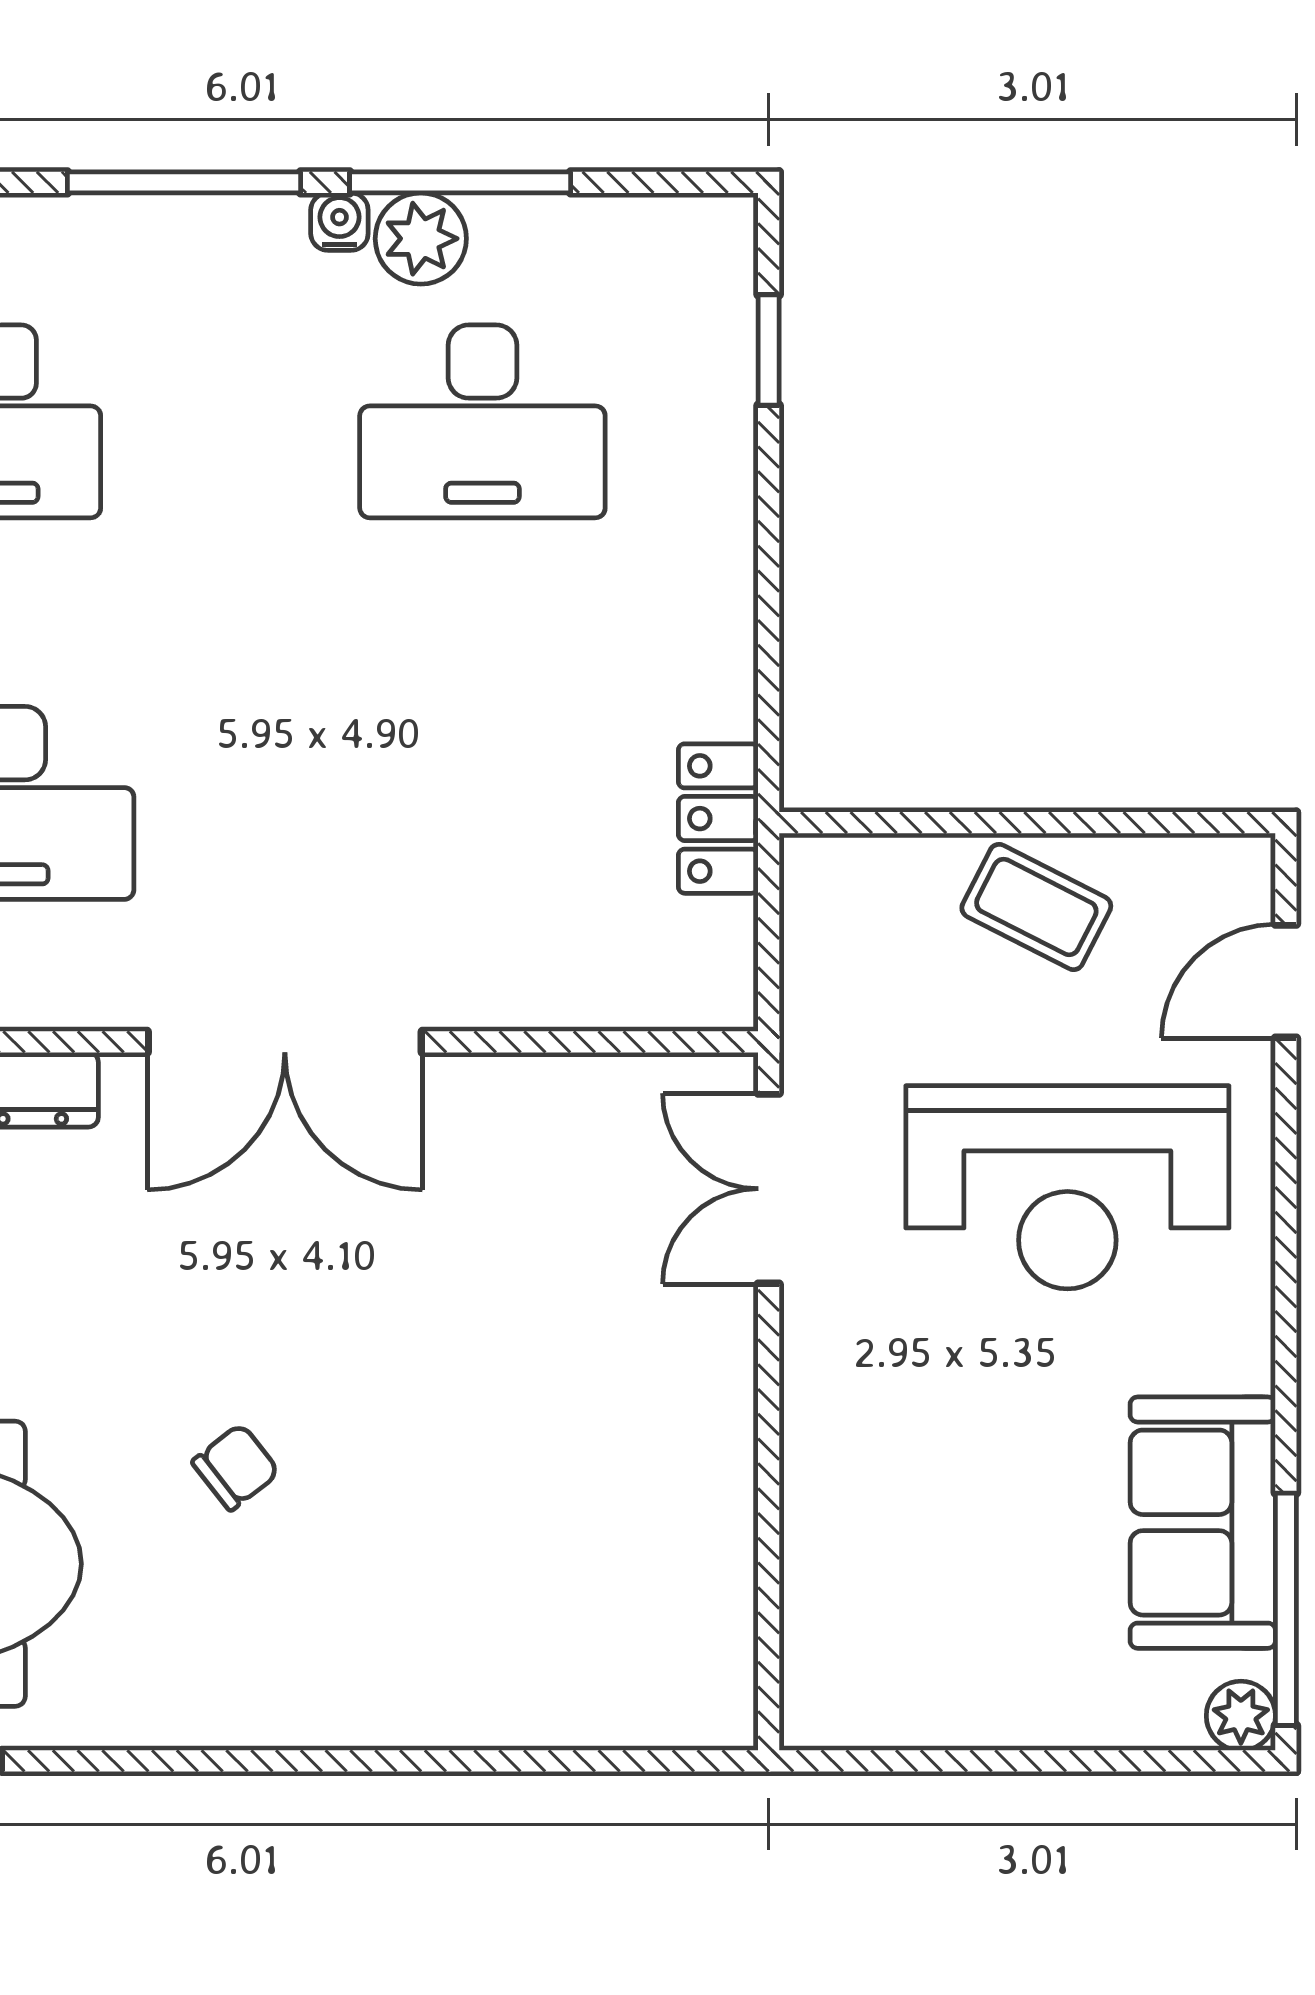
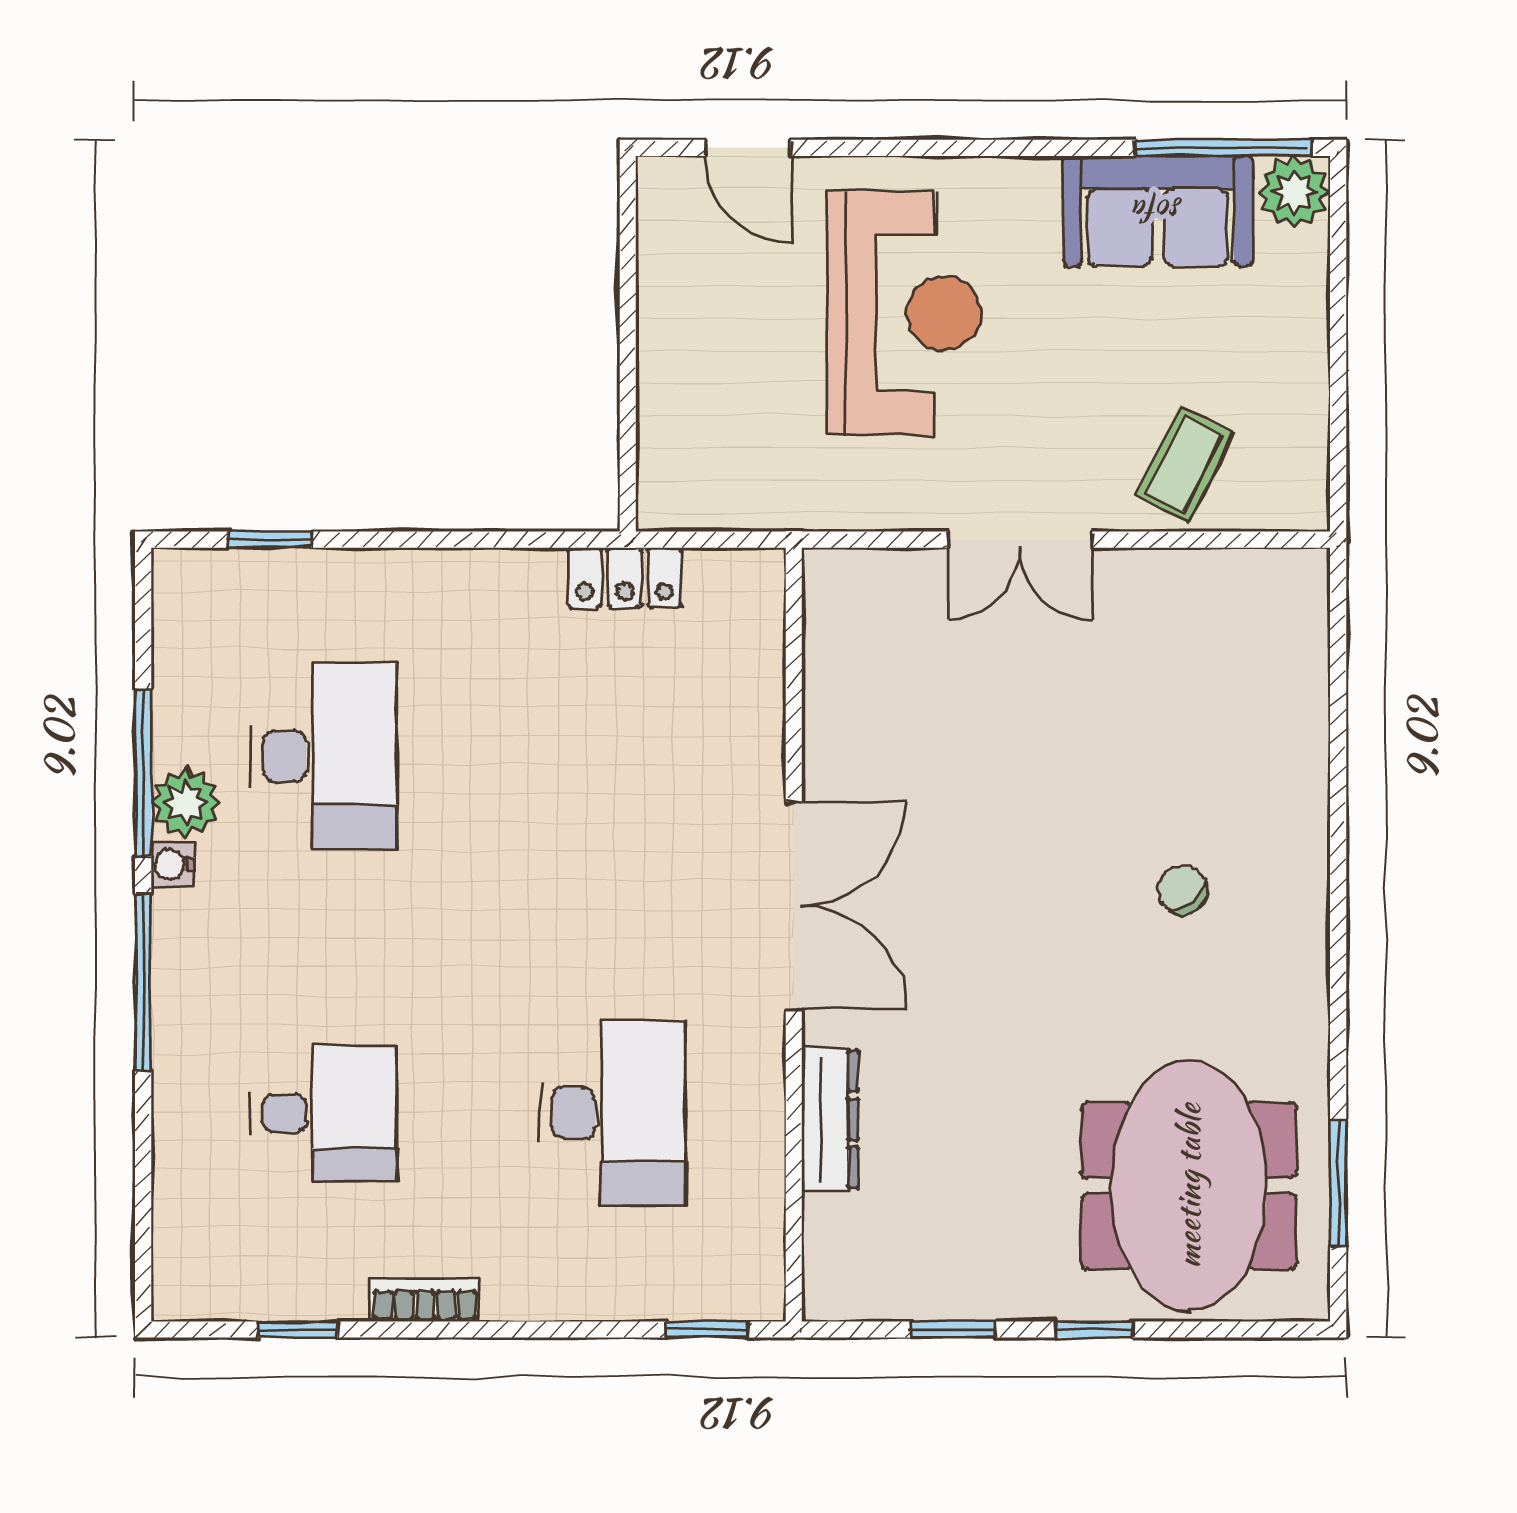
coffee table: (1036, 907) -> (1184, 464), moved
double door: (769, 1189) -> (1020, 540), moved
chair: (236, 1467) -> (1182, 890), moved
plant: (1241, 1716) -> (1294, 192), width x1.38, depth x1.38

